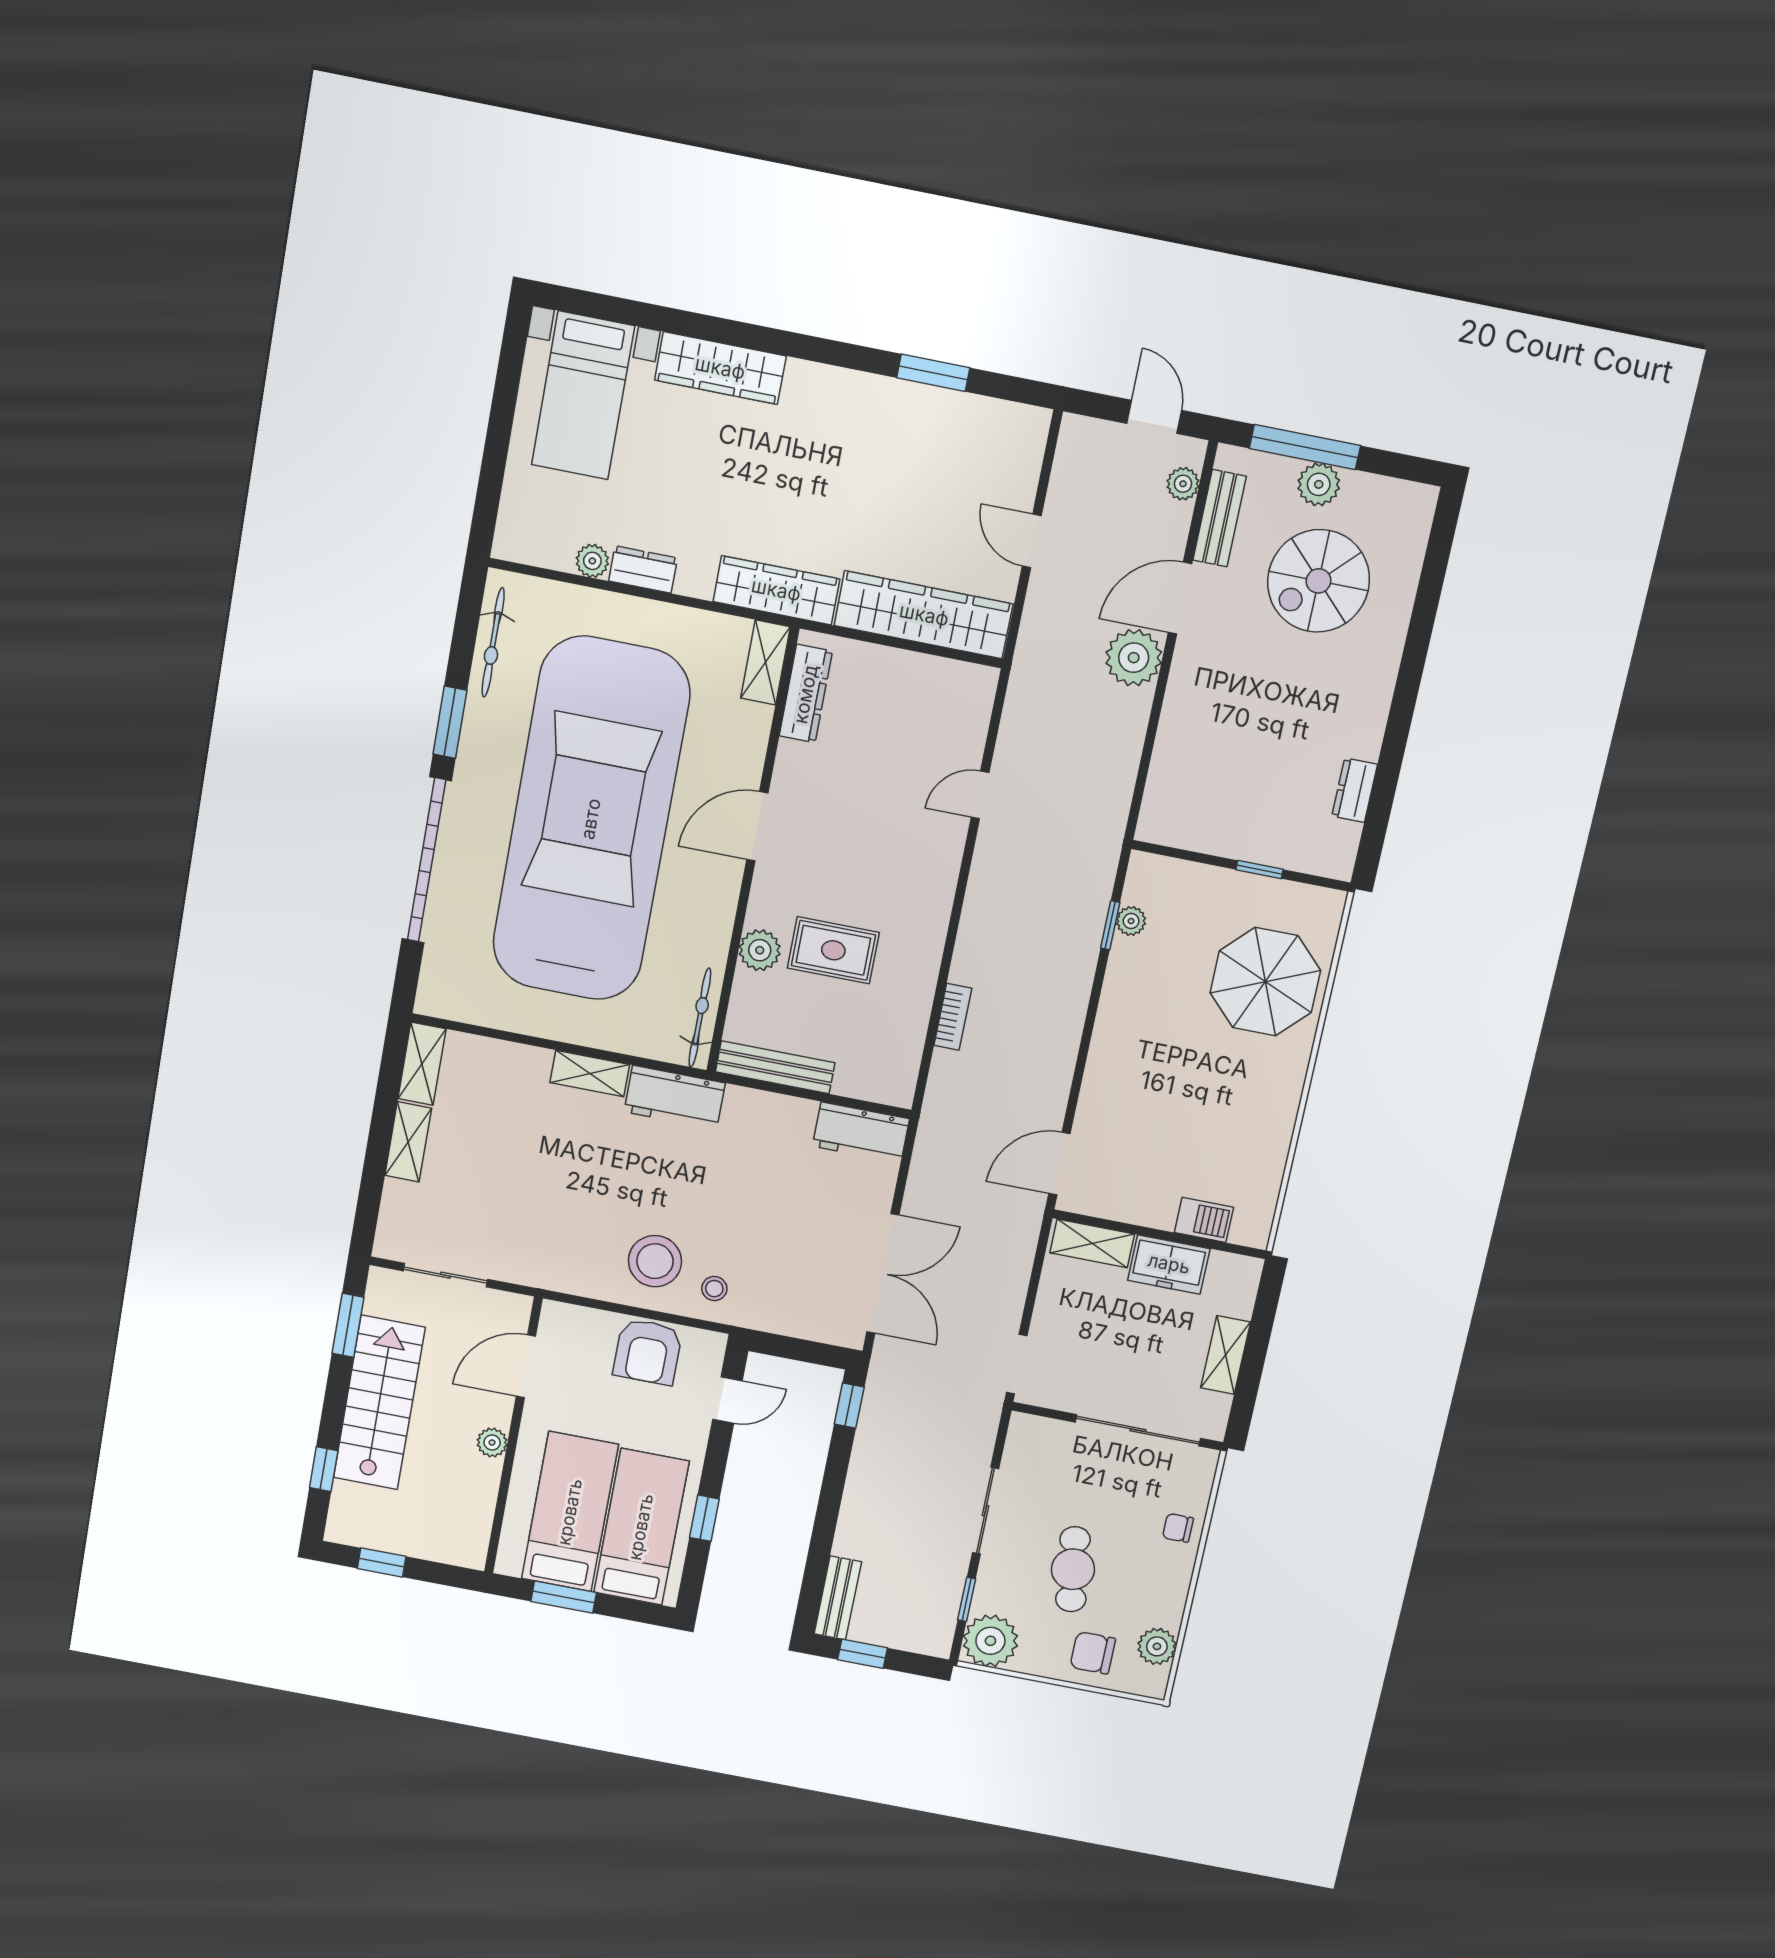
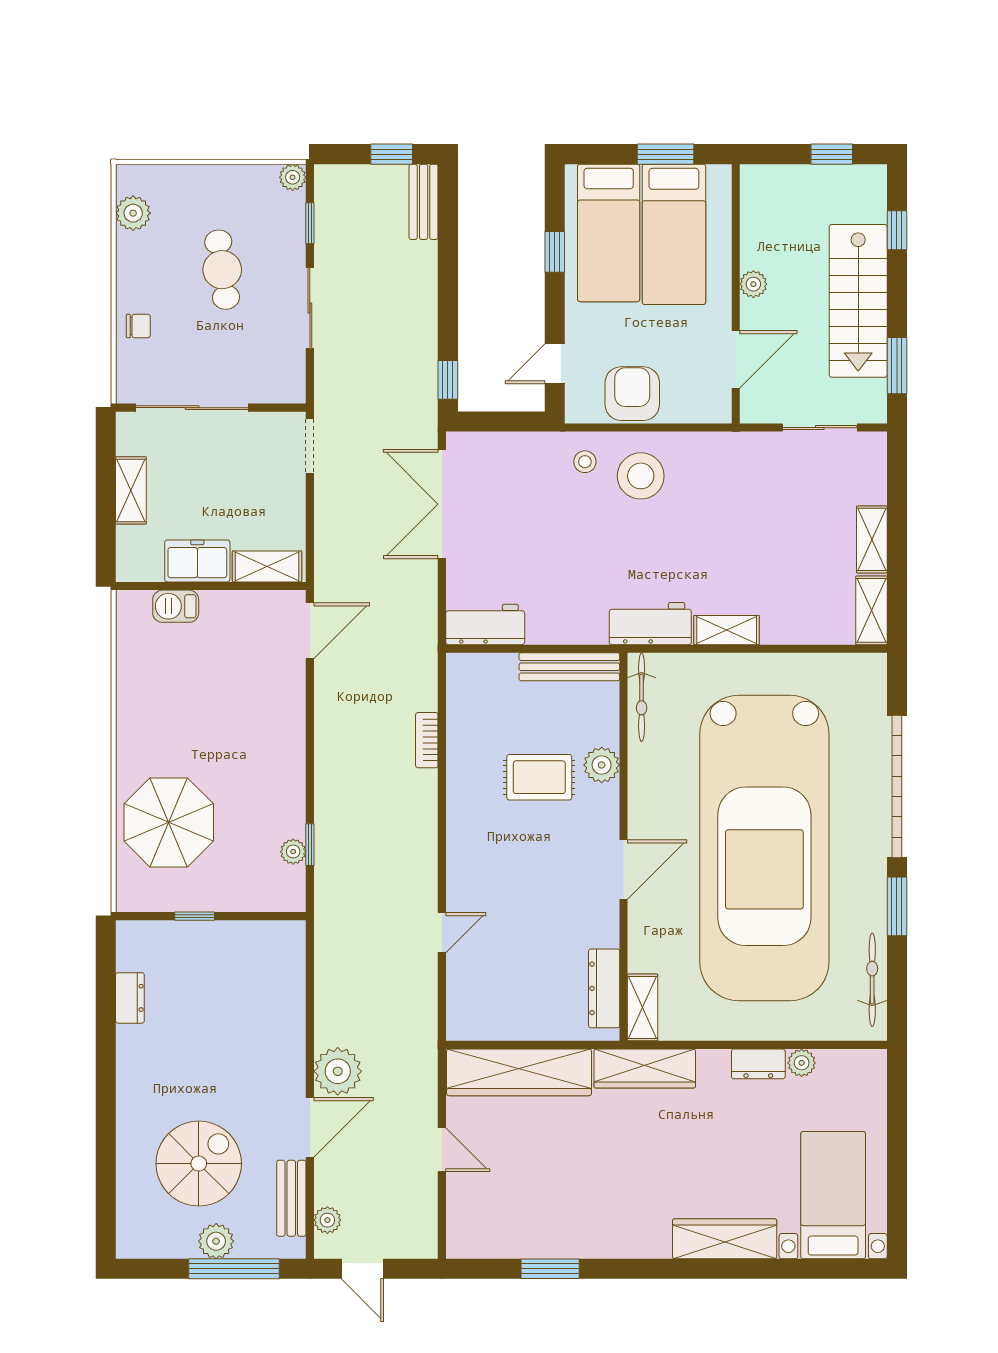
plant: (990, 1641) -> (293, 177), width x0.53, depth x0.53
chair: (1093, 1653) -> (188, 196), removed

